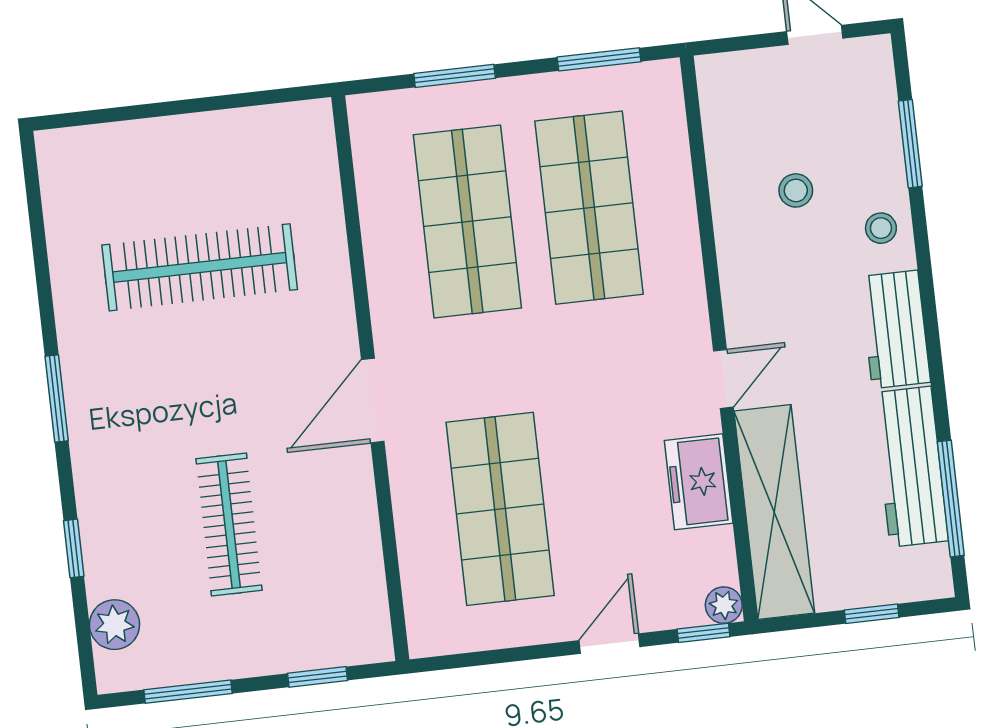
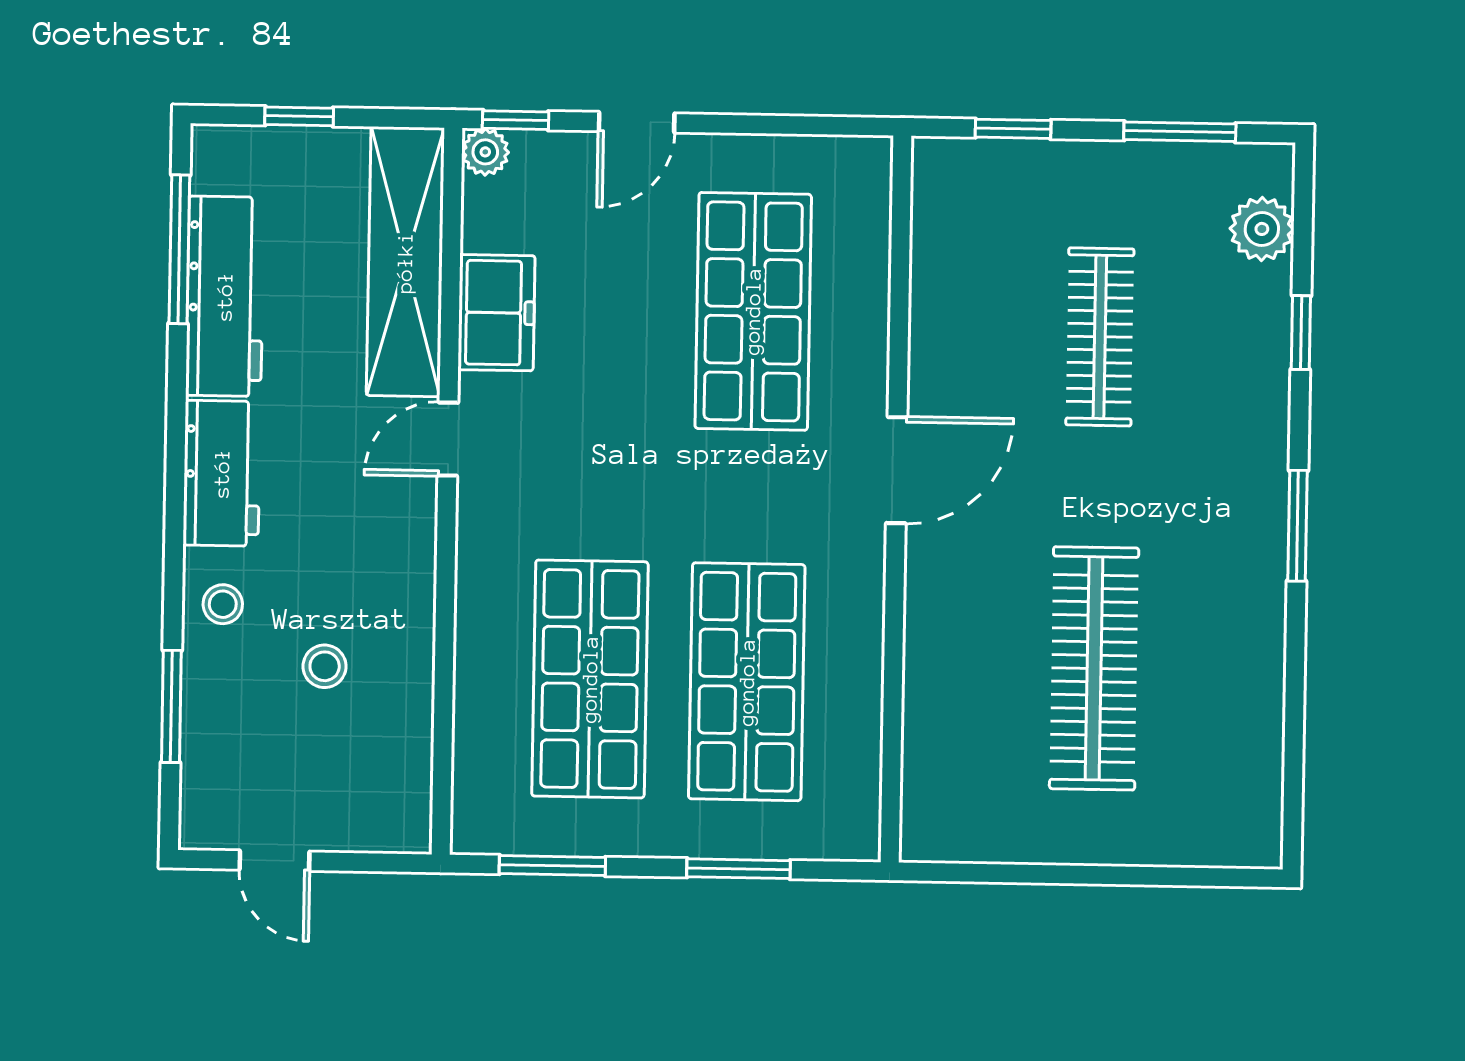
clothes rail: (200, 267) -> (1094, 668), turned 90

